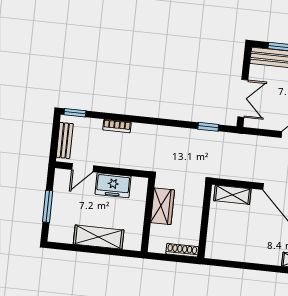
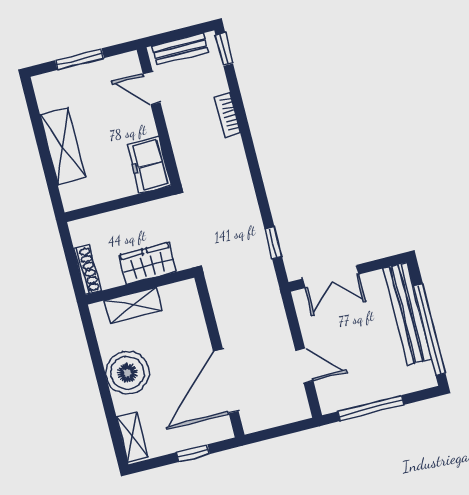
freezer: (113, 185) -> (149, 165), moved
shelving: (232, 195) -> (133, 305), moved, turned 90
wardrobe: (162, 206) -> (148, 263), moved, turned 180
boiler: (256, 249) -> (127, 373), added

